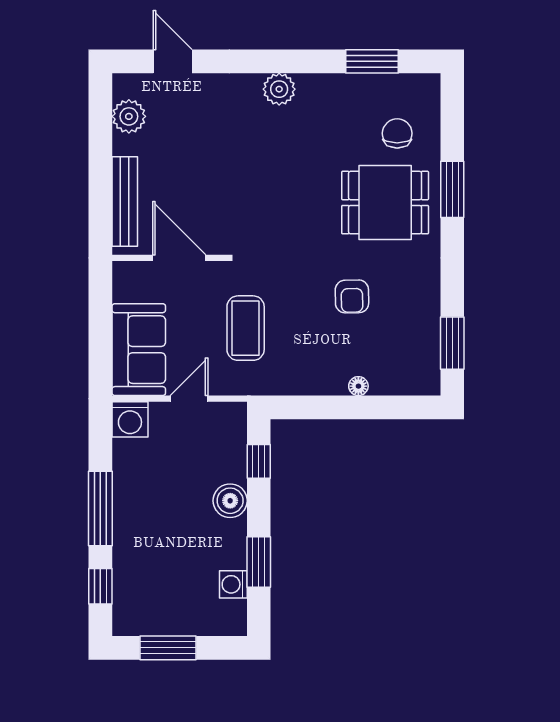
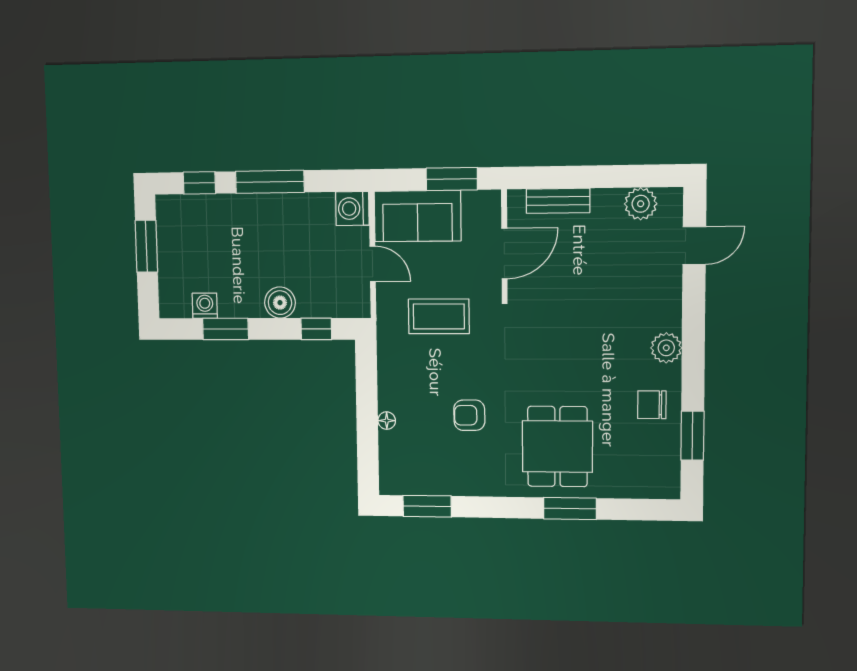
chair: (397, 133) -> (652, 405), moved, turned 180
bench: (125, 202) -> (558, 201), width x0.73
window: (100, 313) -> (452, 179), added

